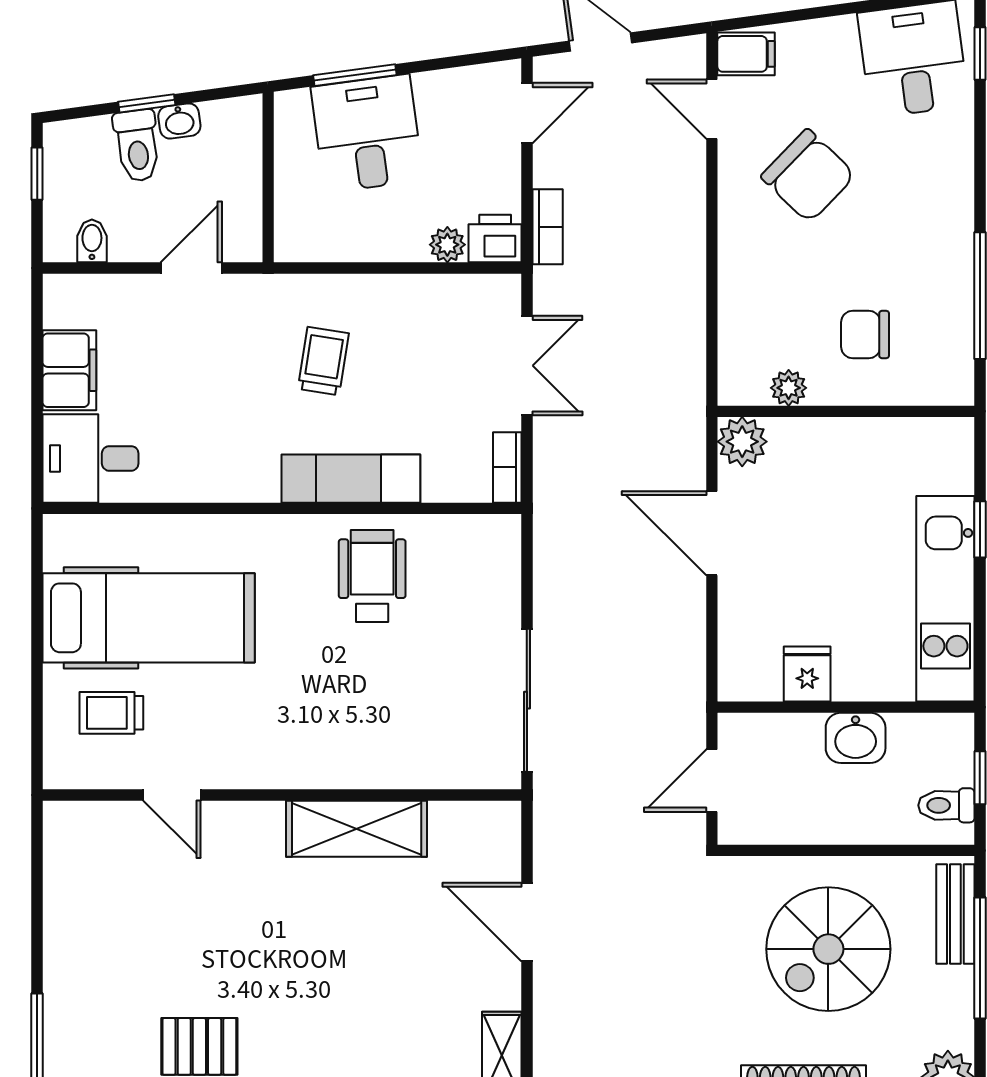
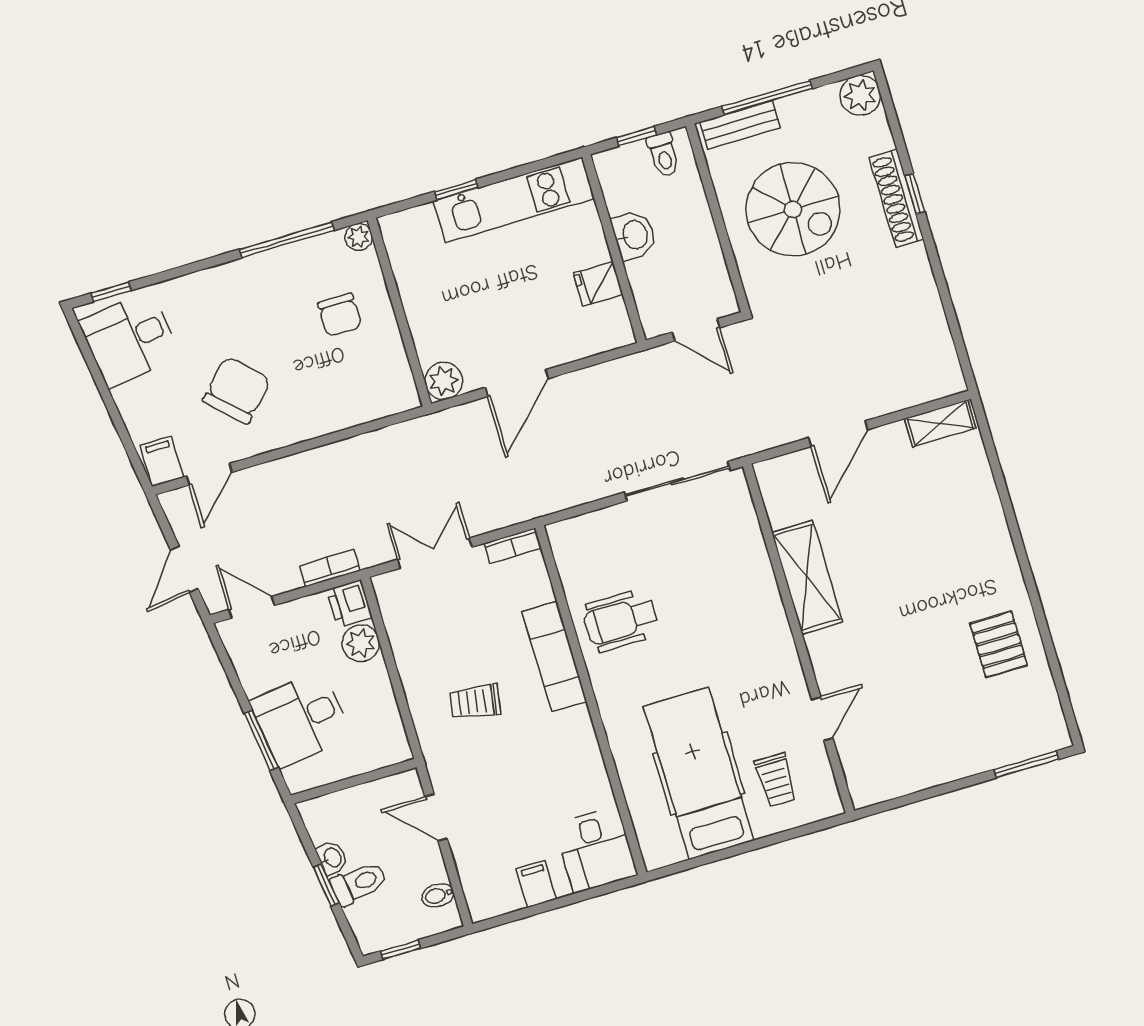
plant: (447, 245) -> (361, 643), width x1.38, depth x1.38
filing cabinet: (69, 370) -> (536, 884), width x0.50
plant: (789, 388) -> (359, 237), moved

